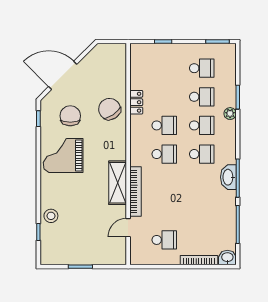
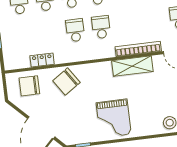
locker: (136, 102) -> (42, 60), moved
chair: (70, 116) -> (29, 86), moved

